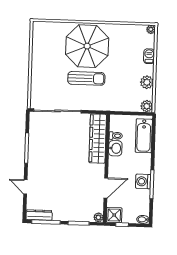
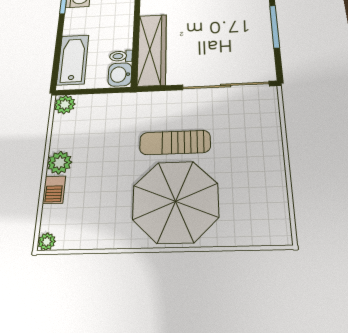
plant: (147, 82) -> (60, 163), moved
washbasin: (115, 148) -> (120, 75), moved

